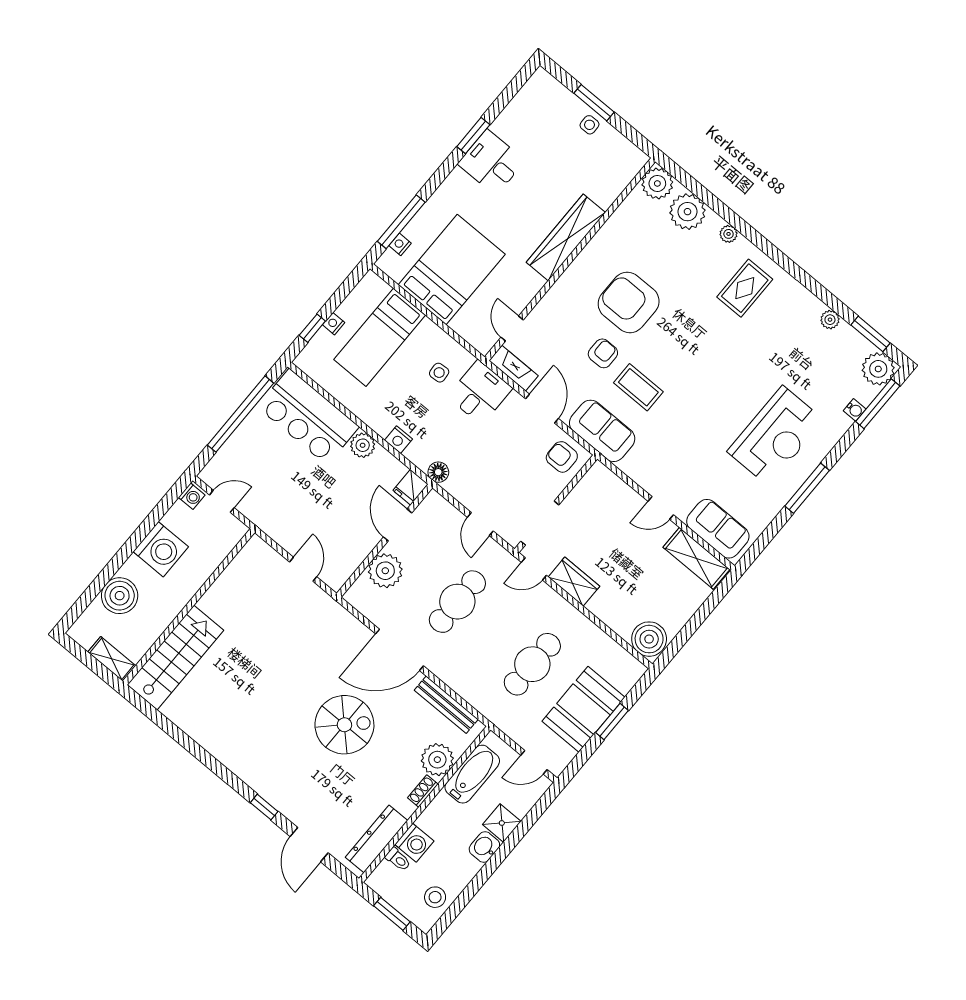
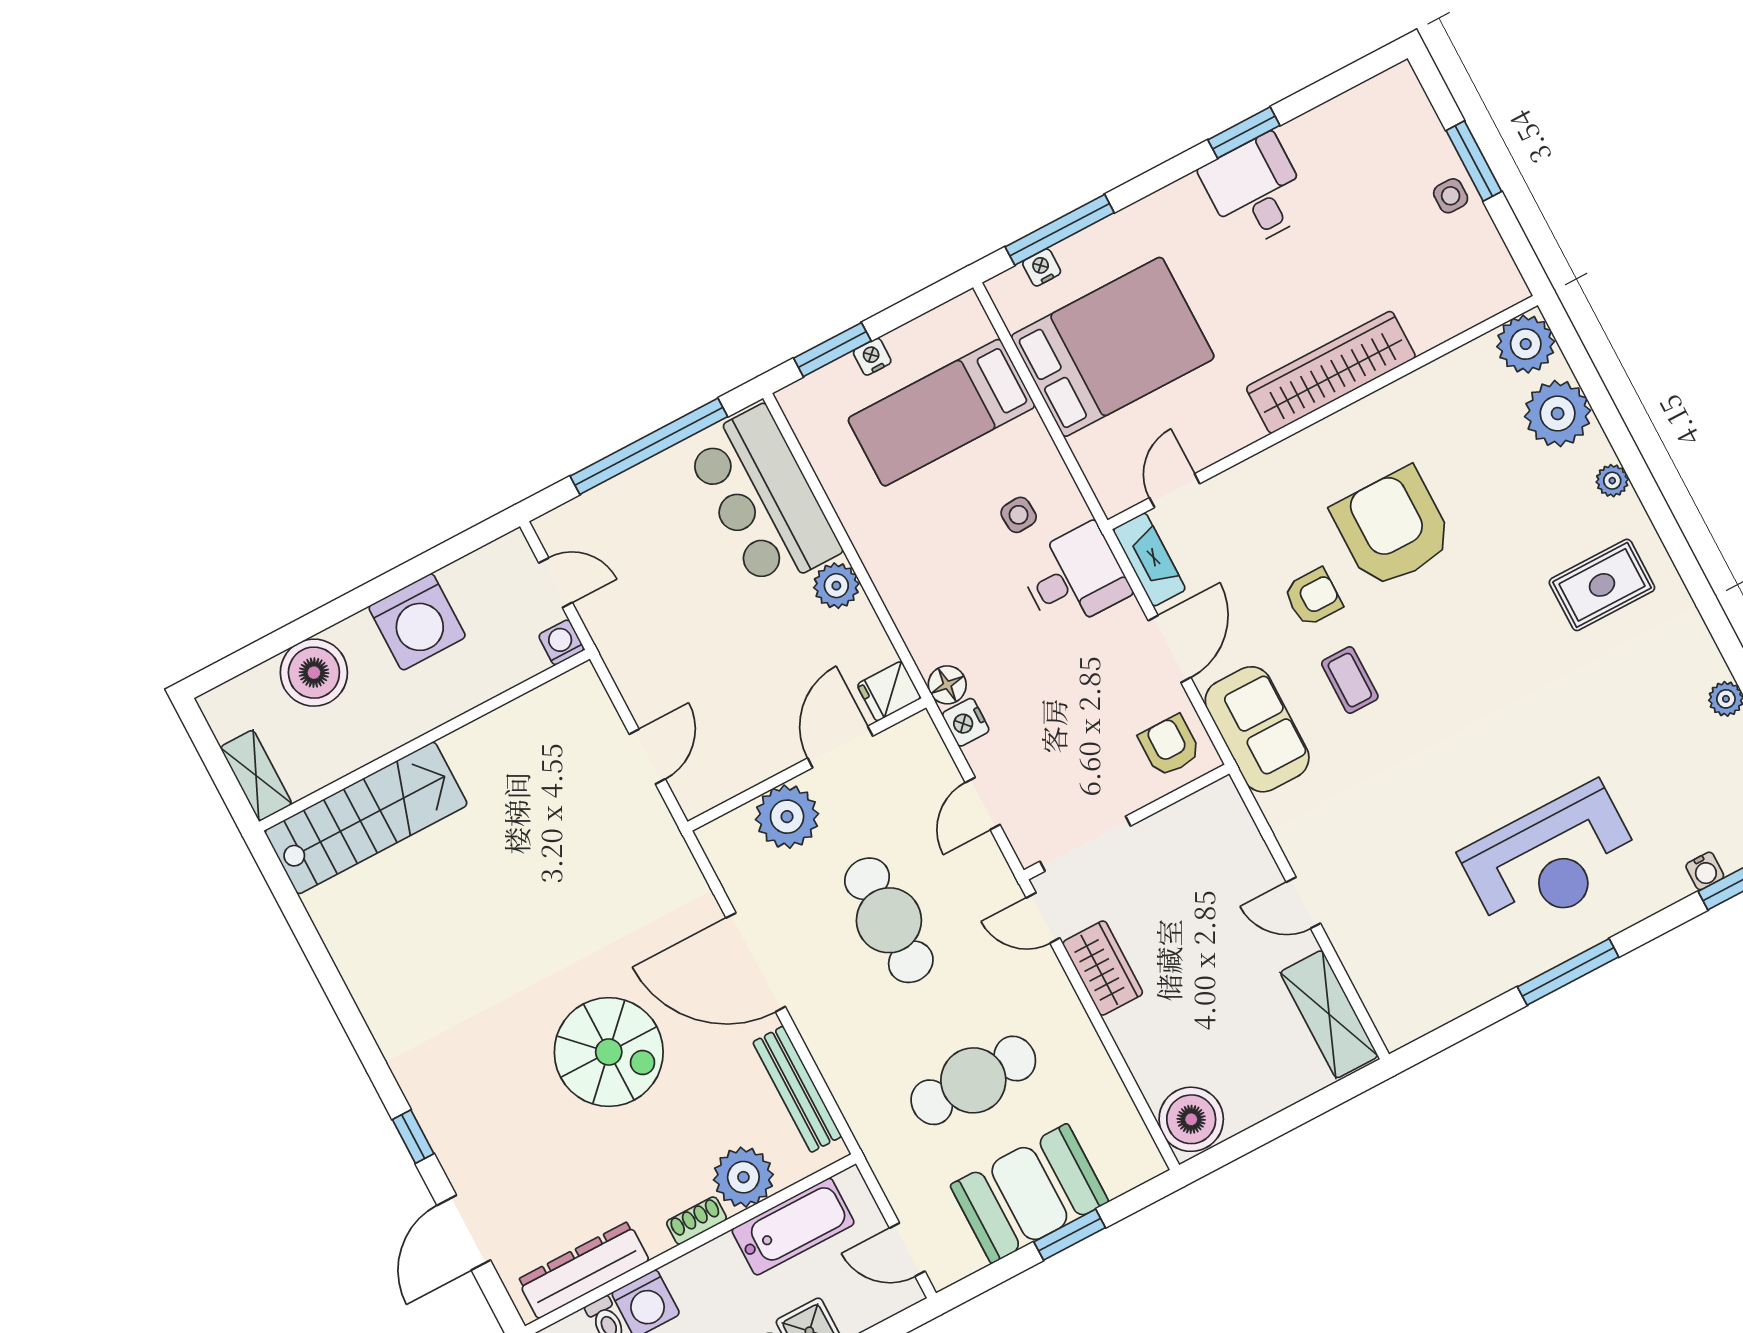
window: (312, 328) -> (832, 350), width x1.50
coffee table: (638, 387) -> (1350, 680), width x0.73, depth x0.77
nightstand: (399, 440) -> (966, 722), moved
washing machine: (192, 496) -> (561, 642), moved, turned 180
sofa: (718, 529) -> (1387, 979), removed
cafe table: (457, 602) -> (889, 920), turned 90

